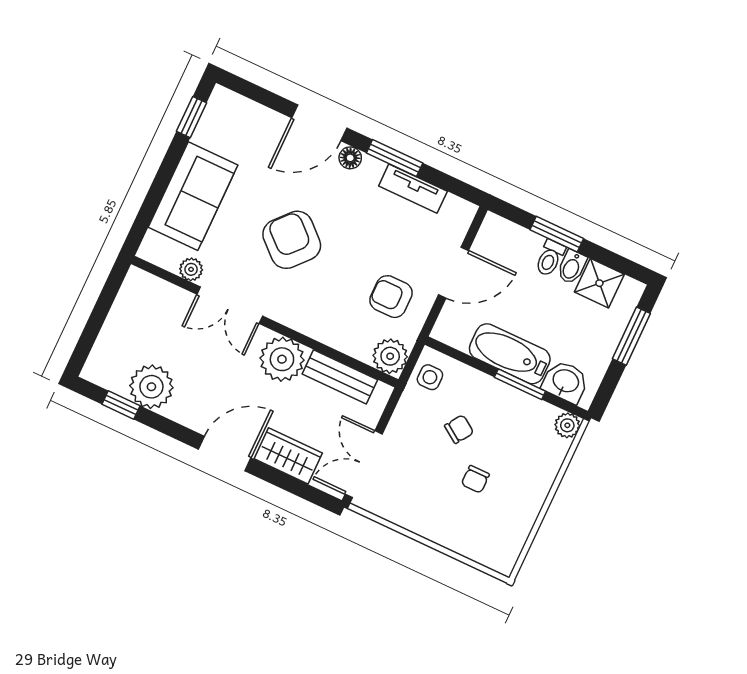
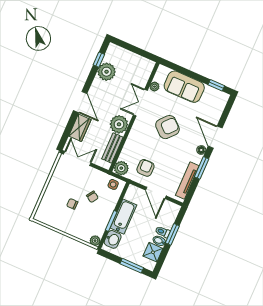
tv unit: (413, 189) -> (187, 181), width x1.41

